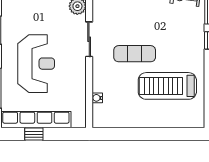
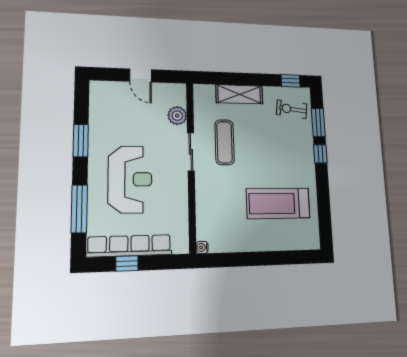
exercise mat: (135, 54) -> (225, 142), moved, turned 90
water cooler: (97, 98) -> (202, 247), moved

